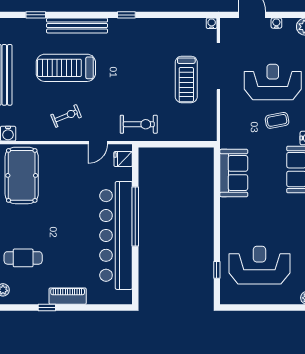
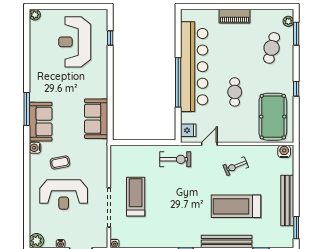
treadmill: (66, 68) -> (236, 206), turned 180
exercise bike: (139, 124) -> (175, 159), turned 180
cafe table: (67, 205) -> (235, 92), added
cafe table: (23, 258) -> (272, 48), turned -76
reception desk: (259, 265) -> (75, 42), turned 90
window: (47, 307) -> (252, 7), removed

